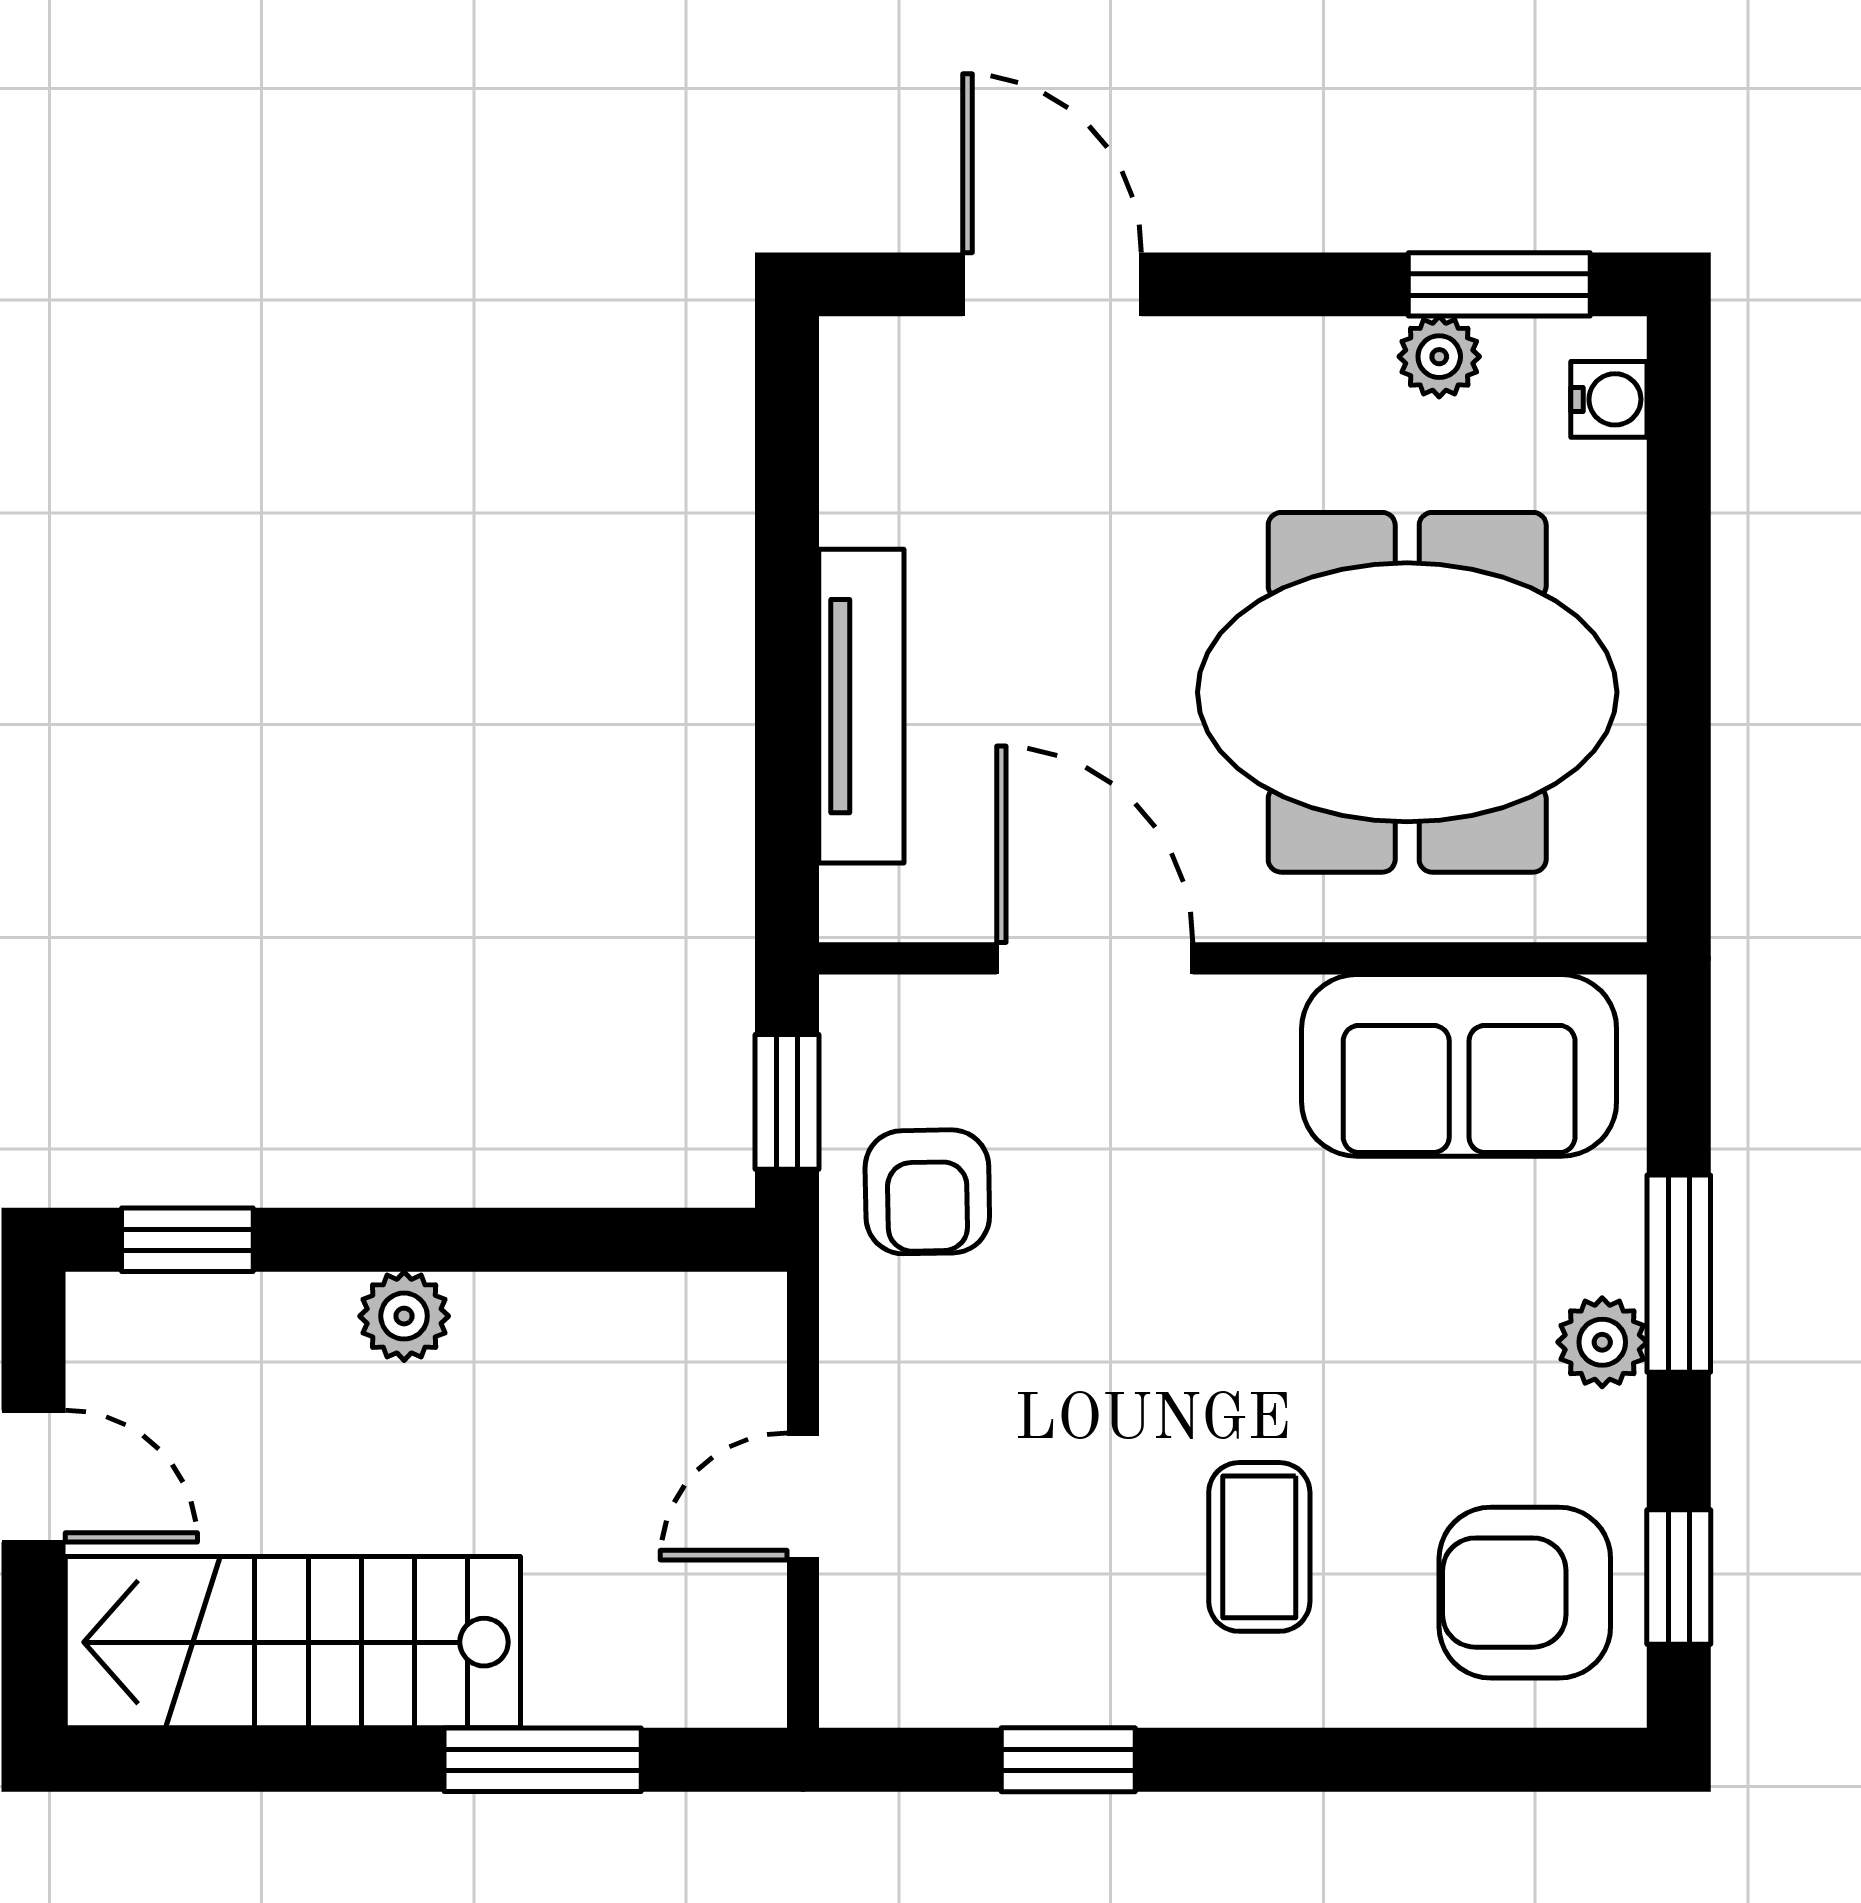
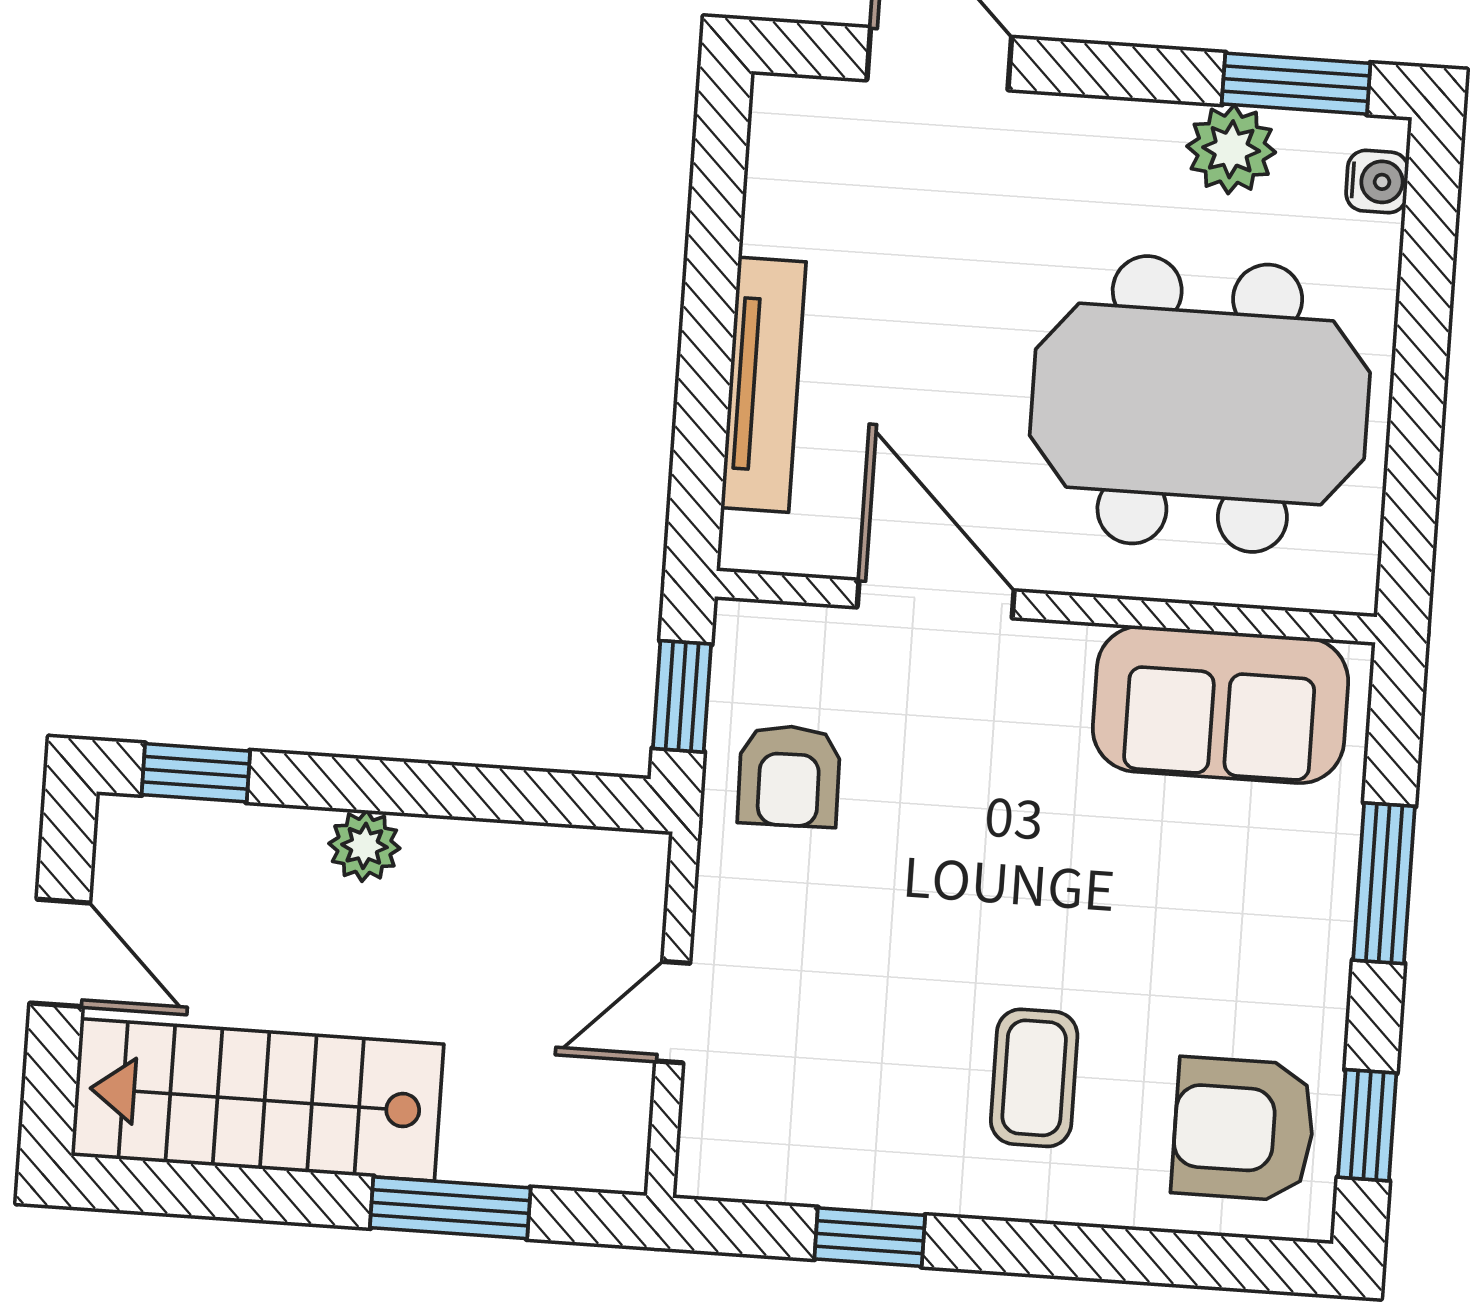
plant: (1439, 357) -> (1231, 149), width x1.38, depth x1.38
plant: (1602, 1342) -> (1319, 934), removed

